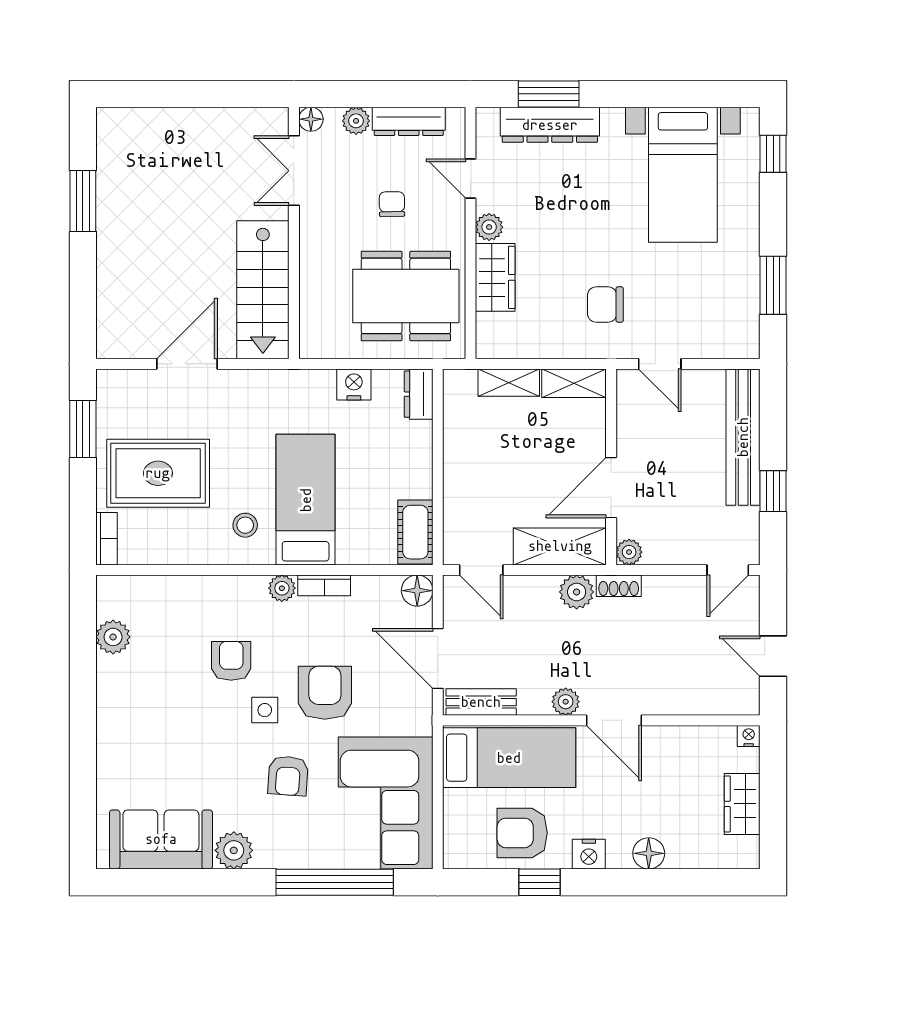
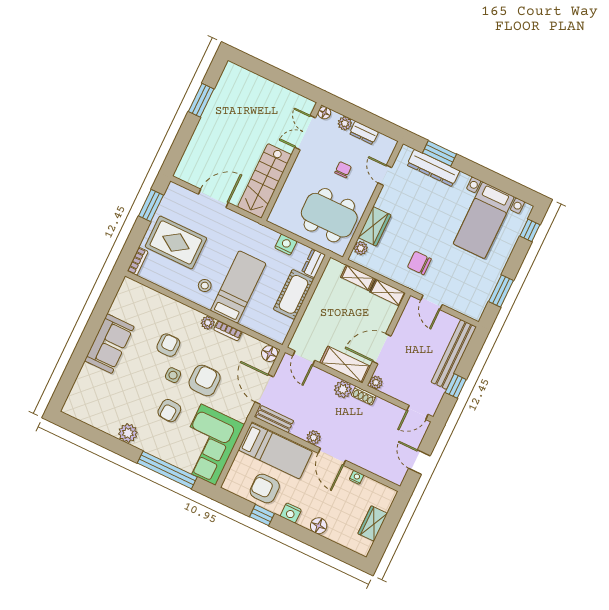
dresser: (409, 121) -> (364, 133), width x0.70
plant: (489, 227) -> (361, 248), moved
cot: (415, 532) -> (293, 294), moved, width x1.37, depth x1.34
plant: (113, 637) -> (119, 308), removed
nightstand: (749, 736) -> (357, 477), moved
sofa: (161, 839) -> (109, 344), moved, turned 90

